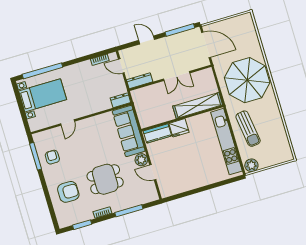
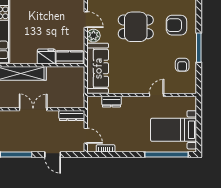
dresser: (120, 100) -> (111, 102), moved
window: (36, 156) -> (199, 48), moved

